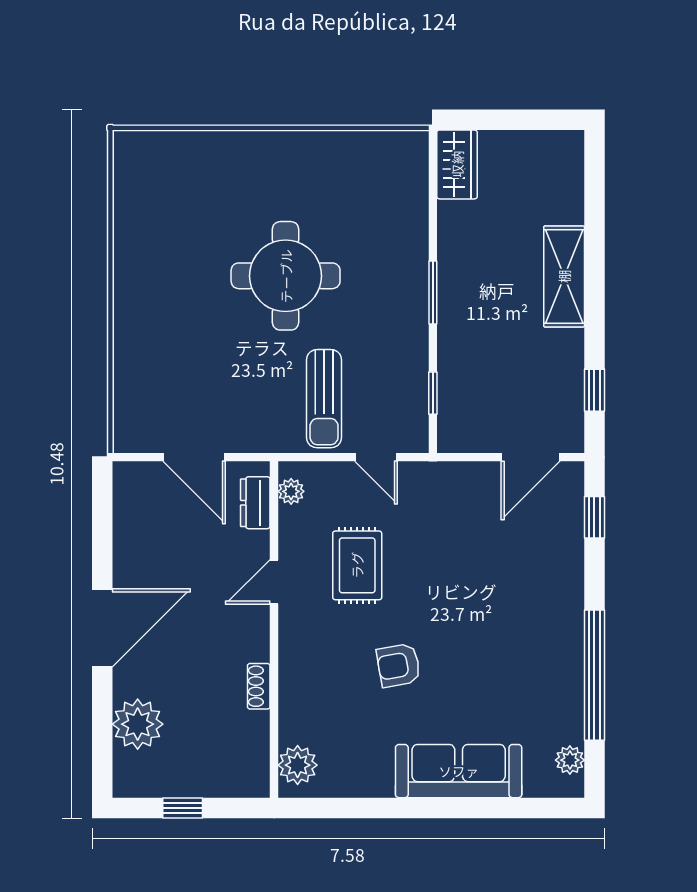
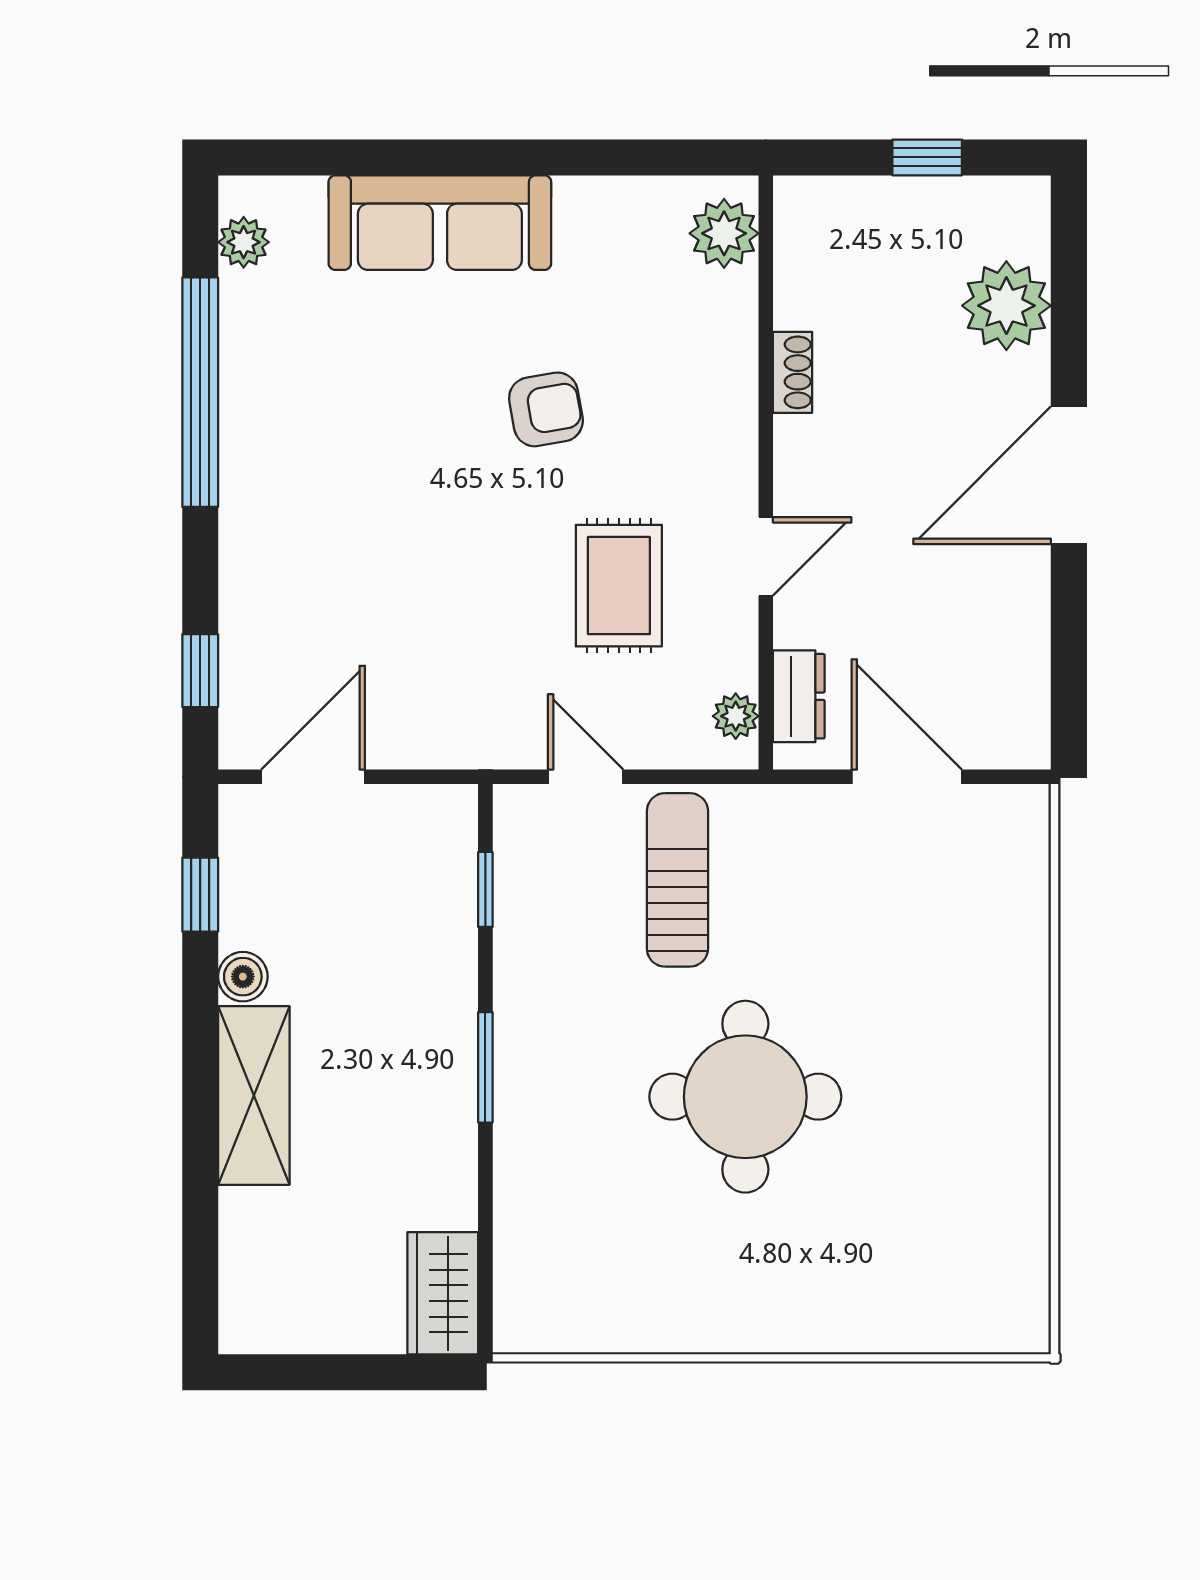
boiler: (570, 344) -> (243, 977), added

